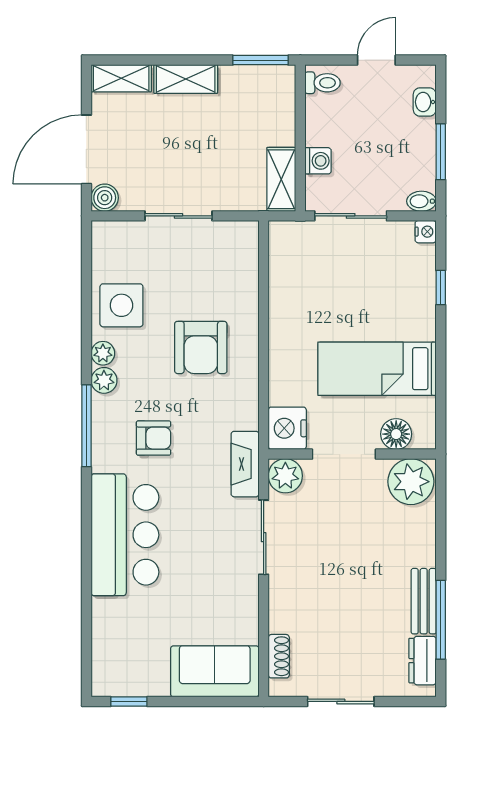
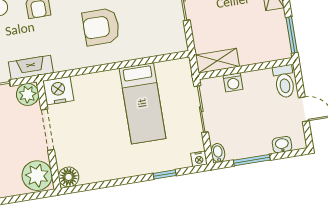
toilet: (323, 83) -> (284, 81), width x1.37, depth x1.39
bed: (377, 369) -> (142, 103), moved, turned 180
floor lamp: (396, 434) -> (69, 177), moved

